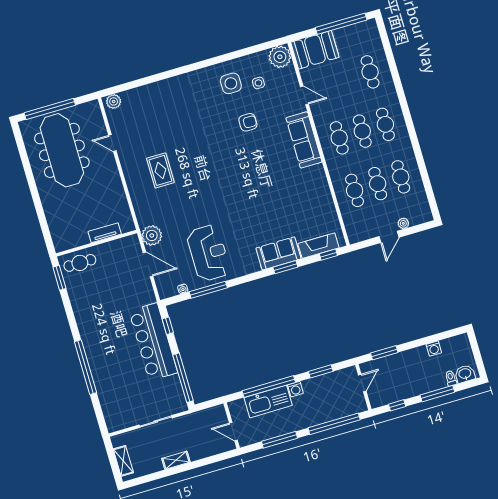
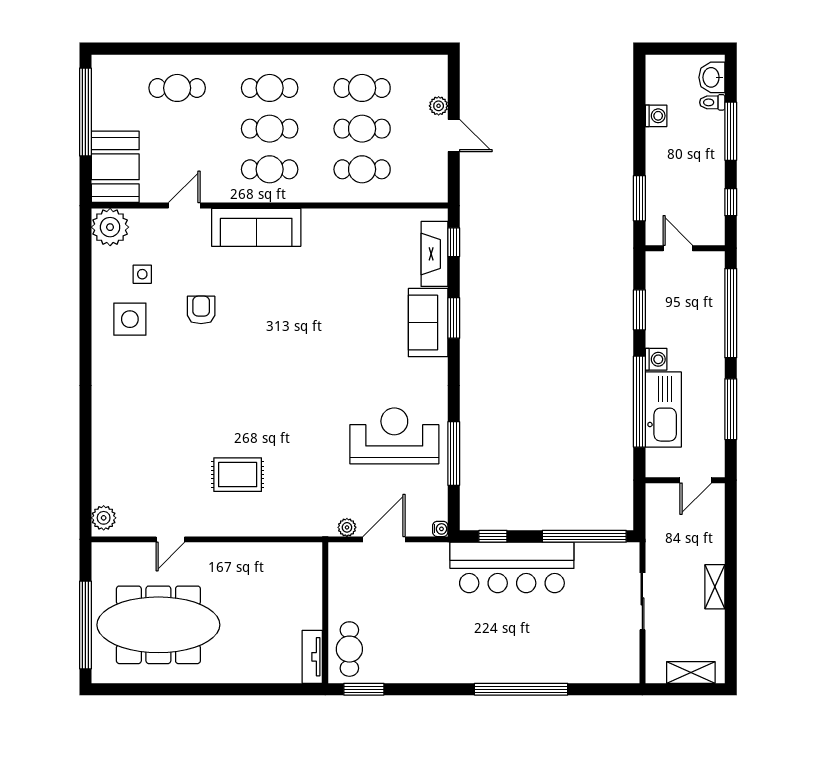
tv unit: (105, 233) -> (312, 657), moved
plant: (152, 235) -> (347, 527), width x0.53, depth x0.53
water cooler: (183, 289) -> (440, 529), moved

